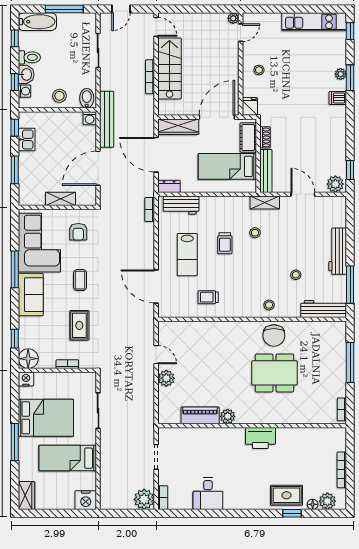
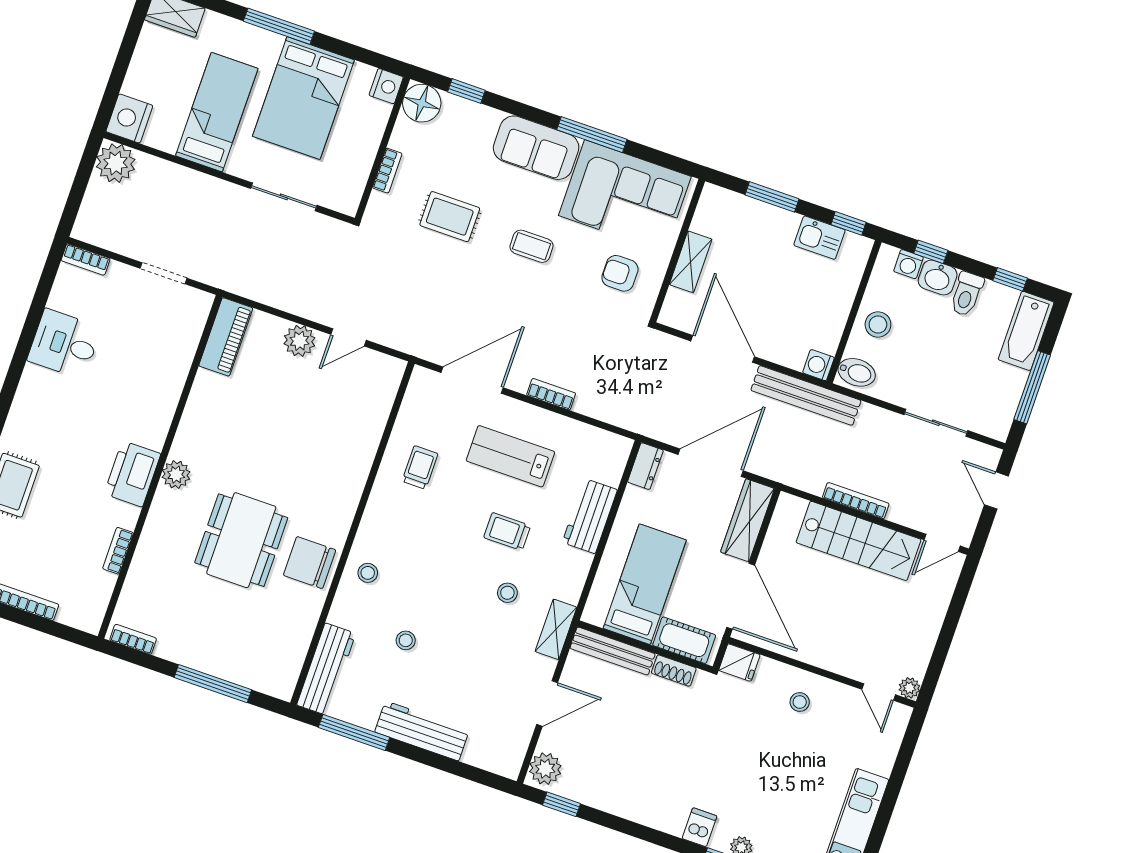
workbench: (181, 205) -> (590, 516), moved
bookcase: (150, 210) -> (551, 394), moved
piano: (200, 415) -> (226, 337), moved
plant: (228, 416) -> (176, 475), moved
bookcase: (301, 432) -> (118, 551), added
plant: (144, 499) -> (116, 163), moved

